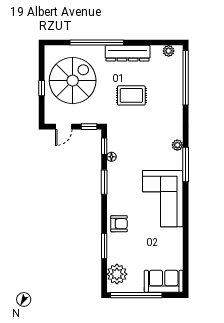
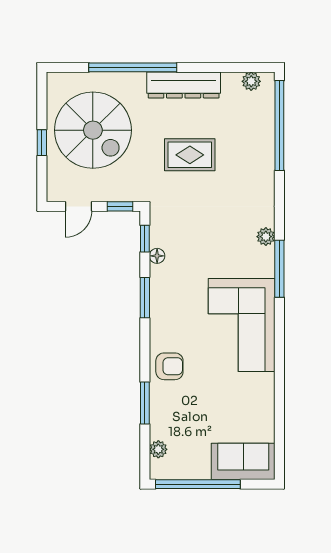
spiral stairs: (73, 81) -> (93, 130), turned 90
plant: (117, 274) -> (158, 449), width x0.53, depth x0.53

